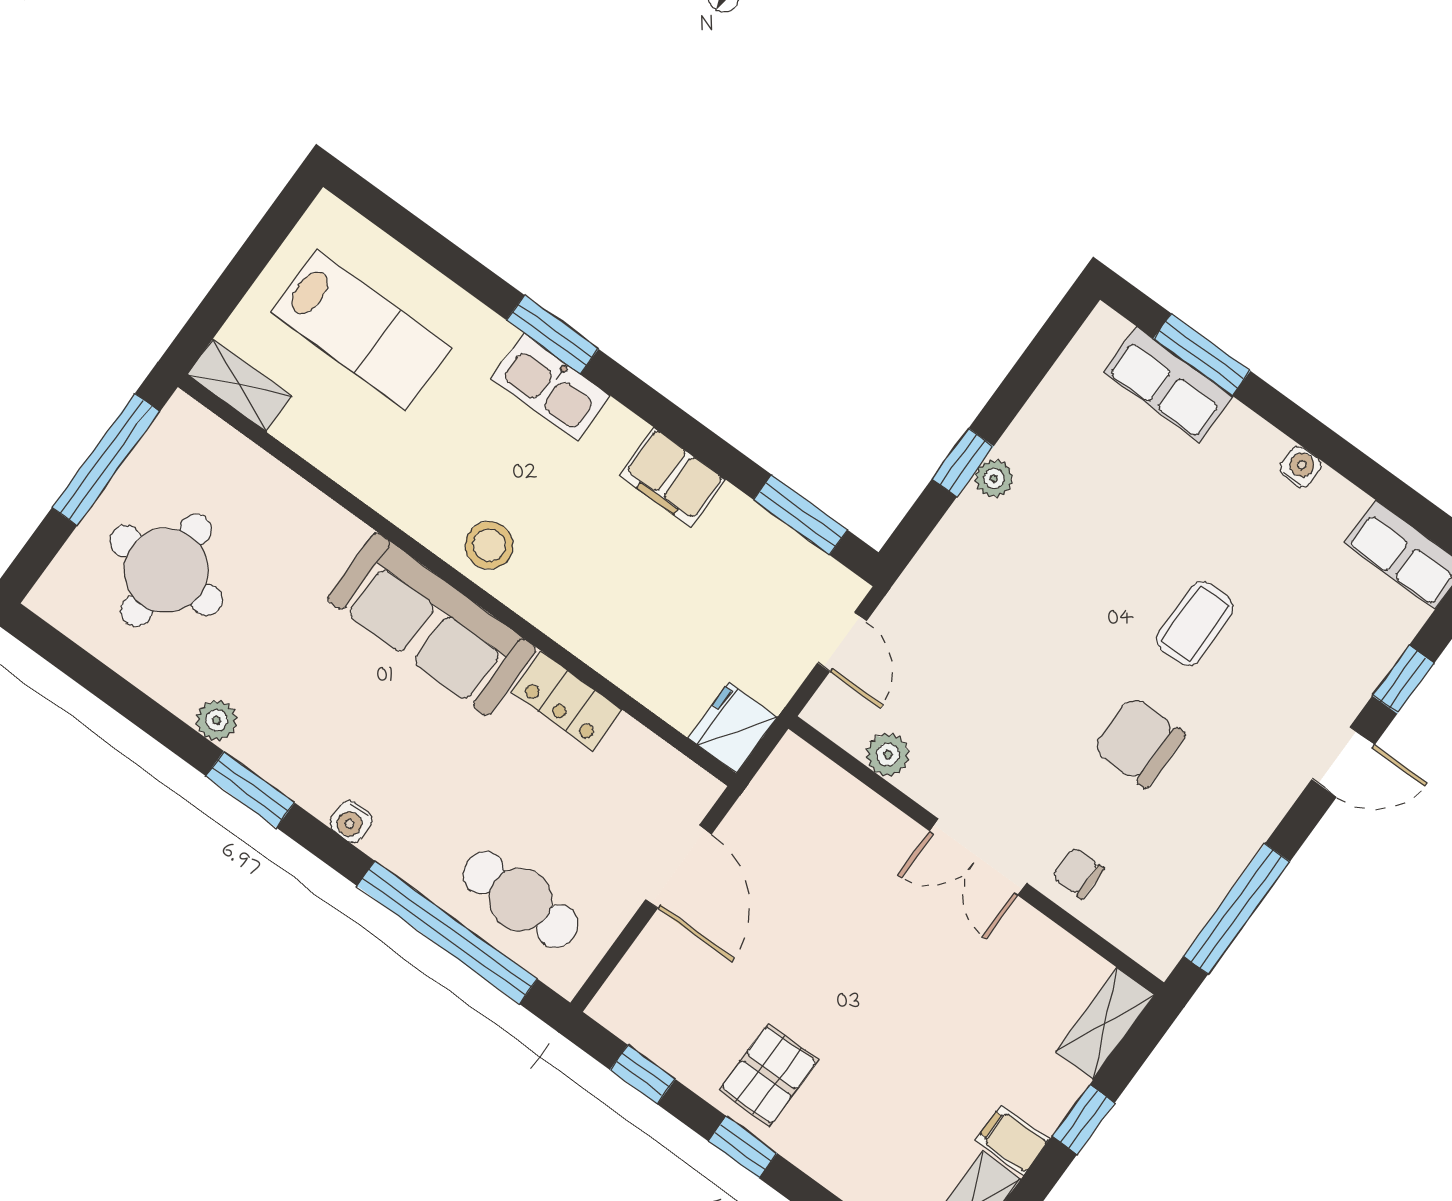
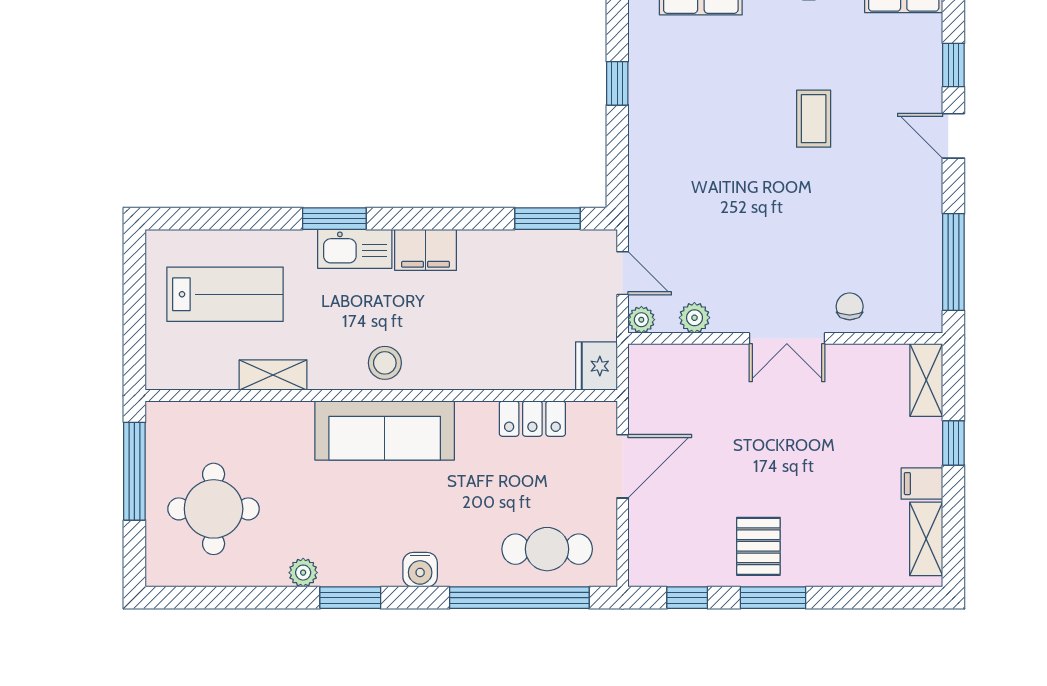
shelving: (239, 385) -> (273, 375), moved
window: (963, 463) -> (617, 83), moved
filing cabinet: (672, 477) -> (426, 250), moved
plant: (994, 478) -> (641, 320), moved
locker: (567, 701) -> (532, 419), moved
chair: (1139, 742) -> (830, 208), removed
door: (1343, 762) -> (953, 136), swing flipped
water cooler: (351, 821) -> (420, 570), width x1.38, depth x1.38
door: (679, 867) -> (623, 466), hinge flipped
chair: (1078, 873) -> (850, 306), turned 90
window: (743, 1147) -> (773, 598), width x1.50

